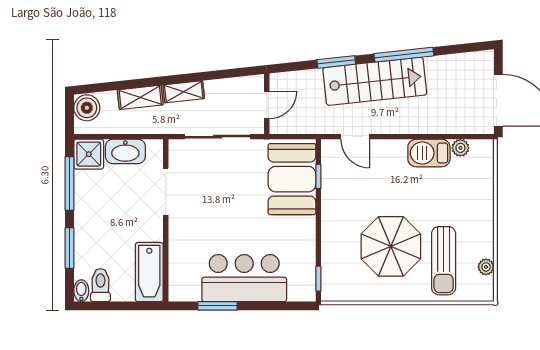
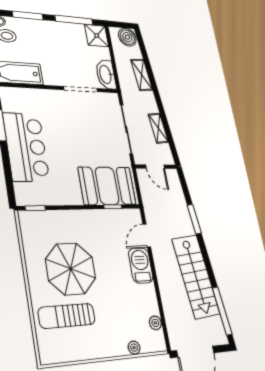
window: (404, 55) -> (222, 311), moved
stairs: (375, 81) -> (196, 276), moved
shelving: (184, 92) -> (158, 128), moved
washbasin: (125, 151) -> (106, 74), moved
barbecue: (429, 153) -> (141, 266), moved
plant: (486, 267) -> (134, 348), moved

